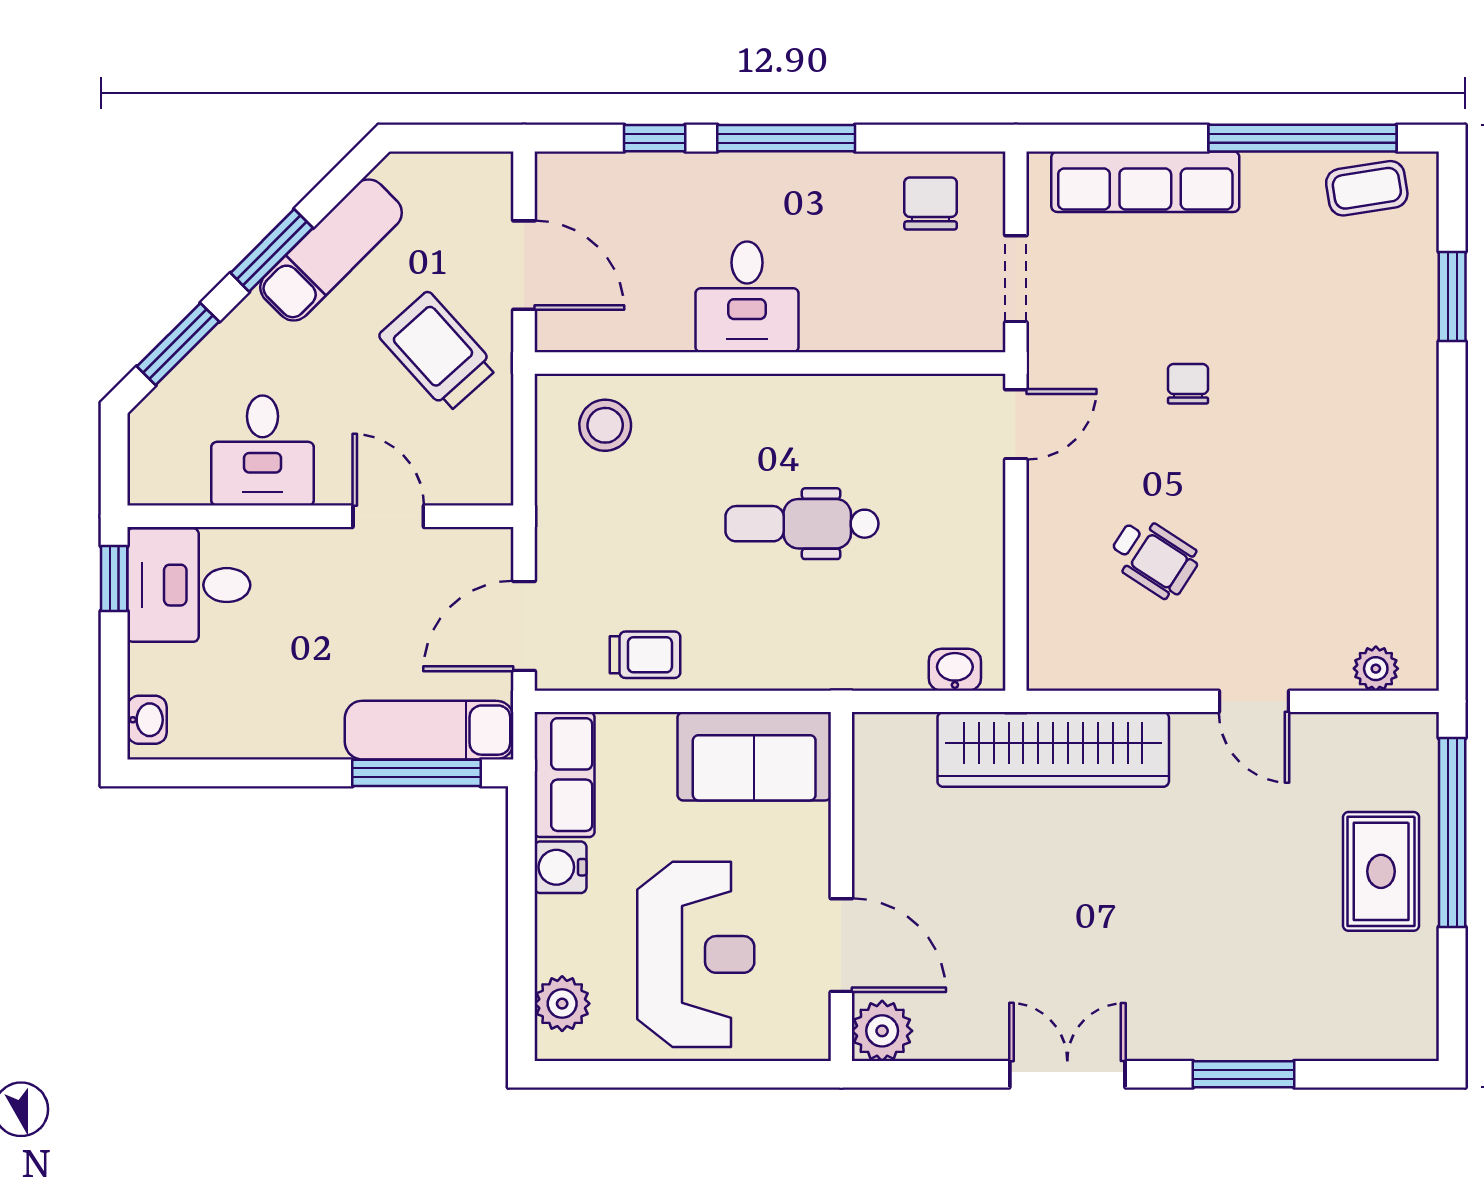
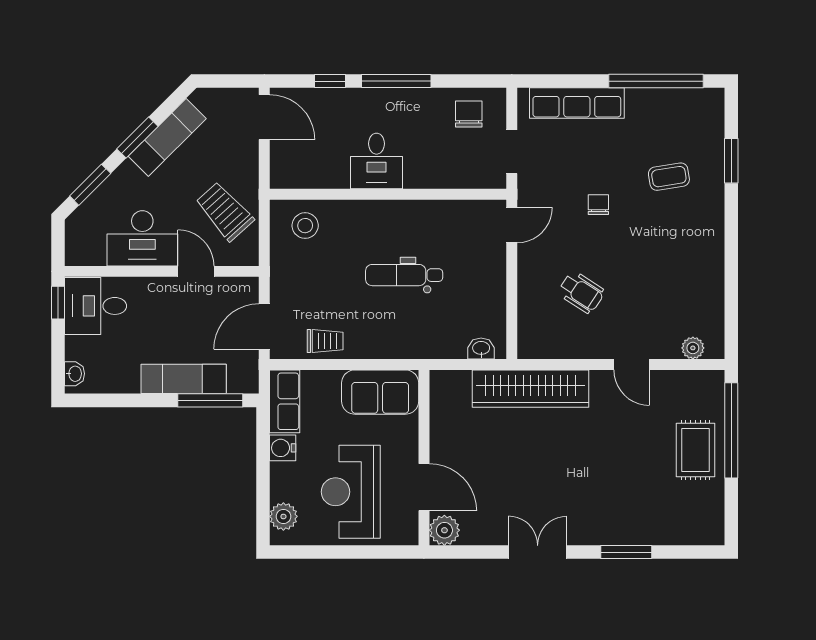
coffee table: (1367, 188) -> (669, 177), moved
door: (524, 265) -> (264, 117), moved
trolley: (438, 352) -> (225, 211), moved
desk: (263, 451) -> (142, 238), width x1.37
exam couch: (429, 730) -> (184, 379), moved
reception desk: (696, 954) -> (351, 492), turned 180

